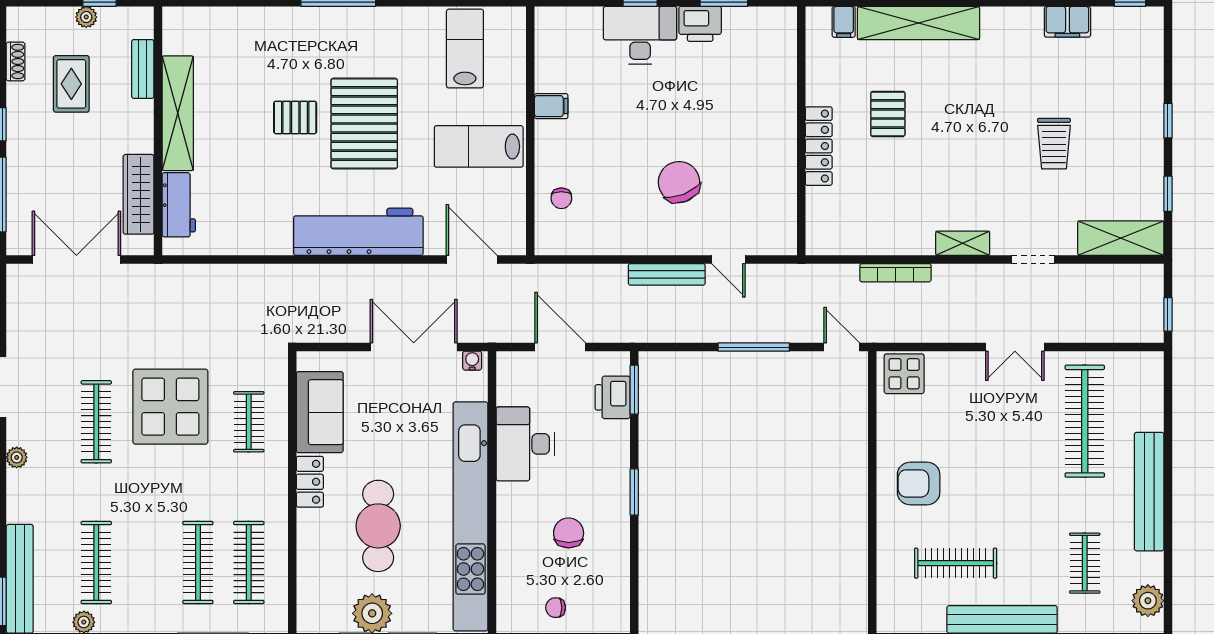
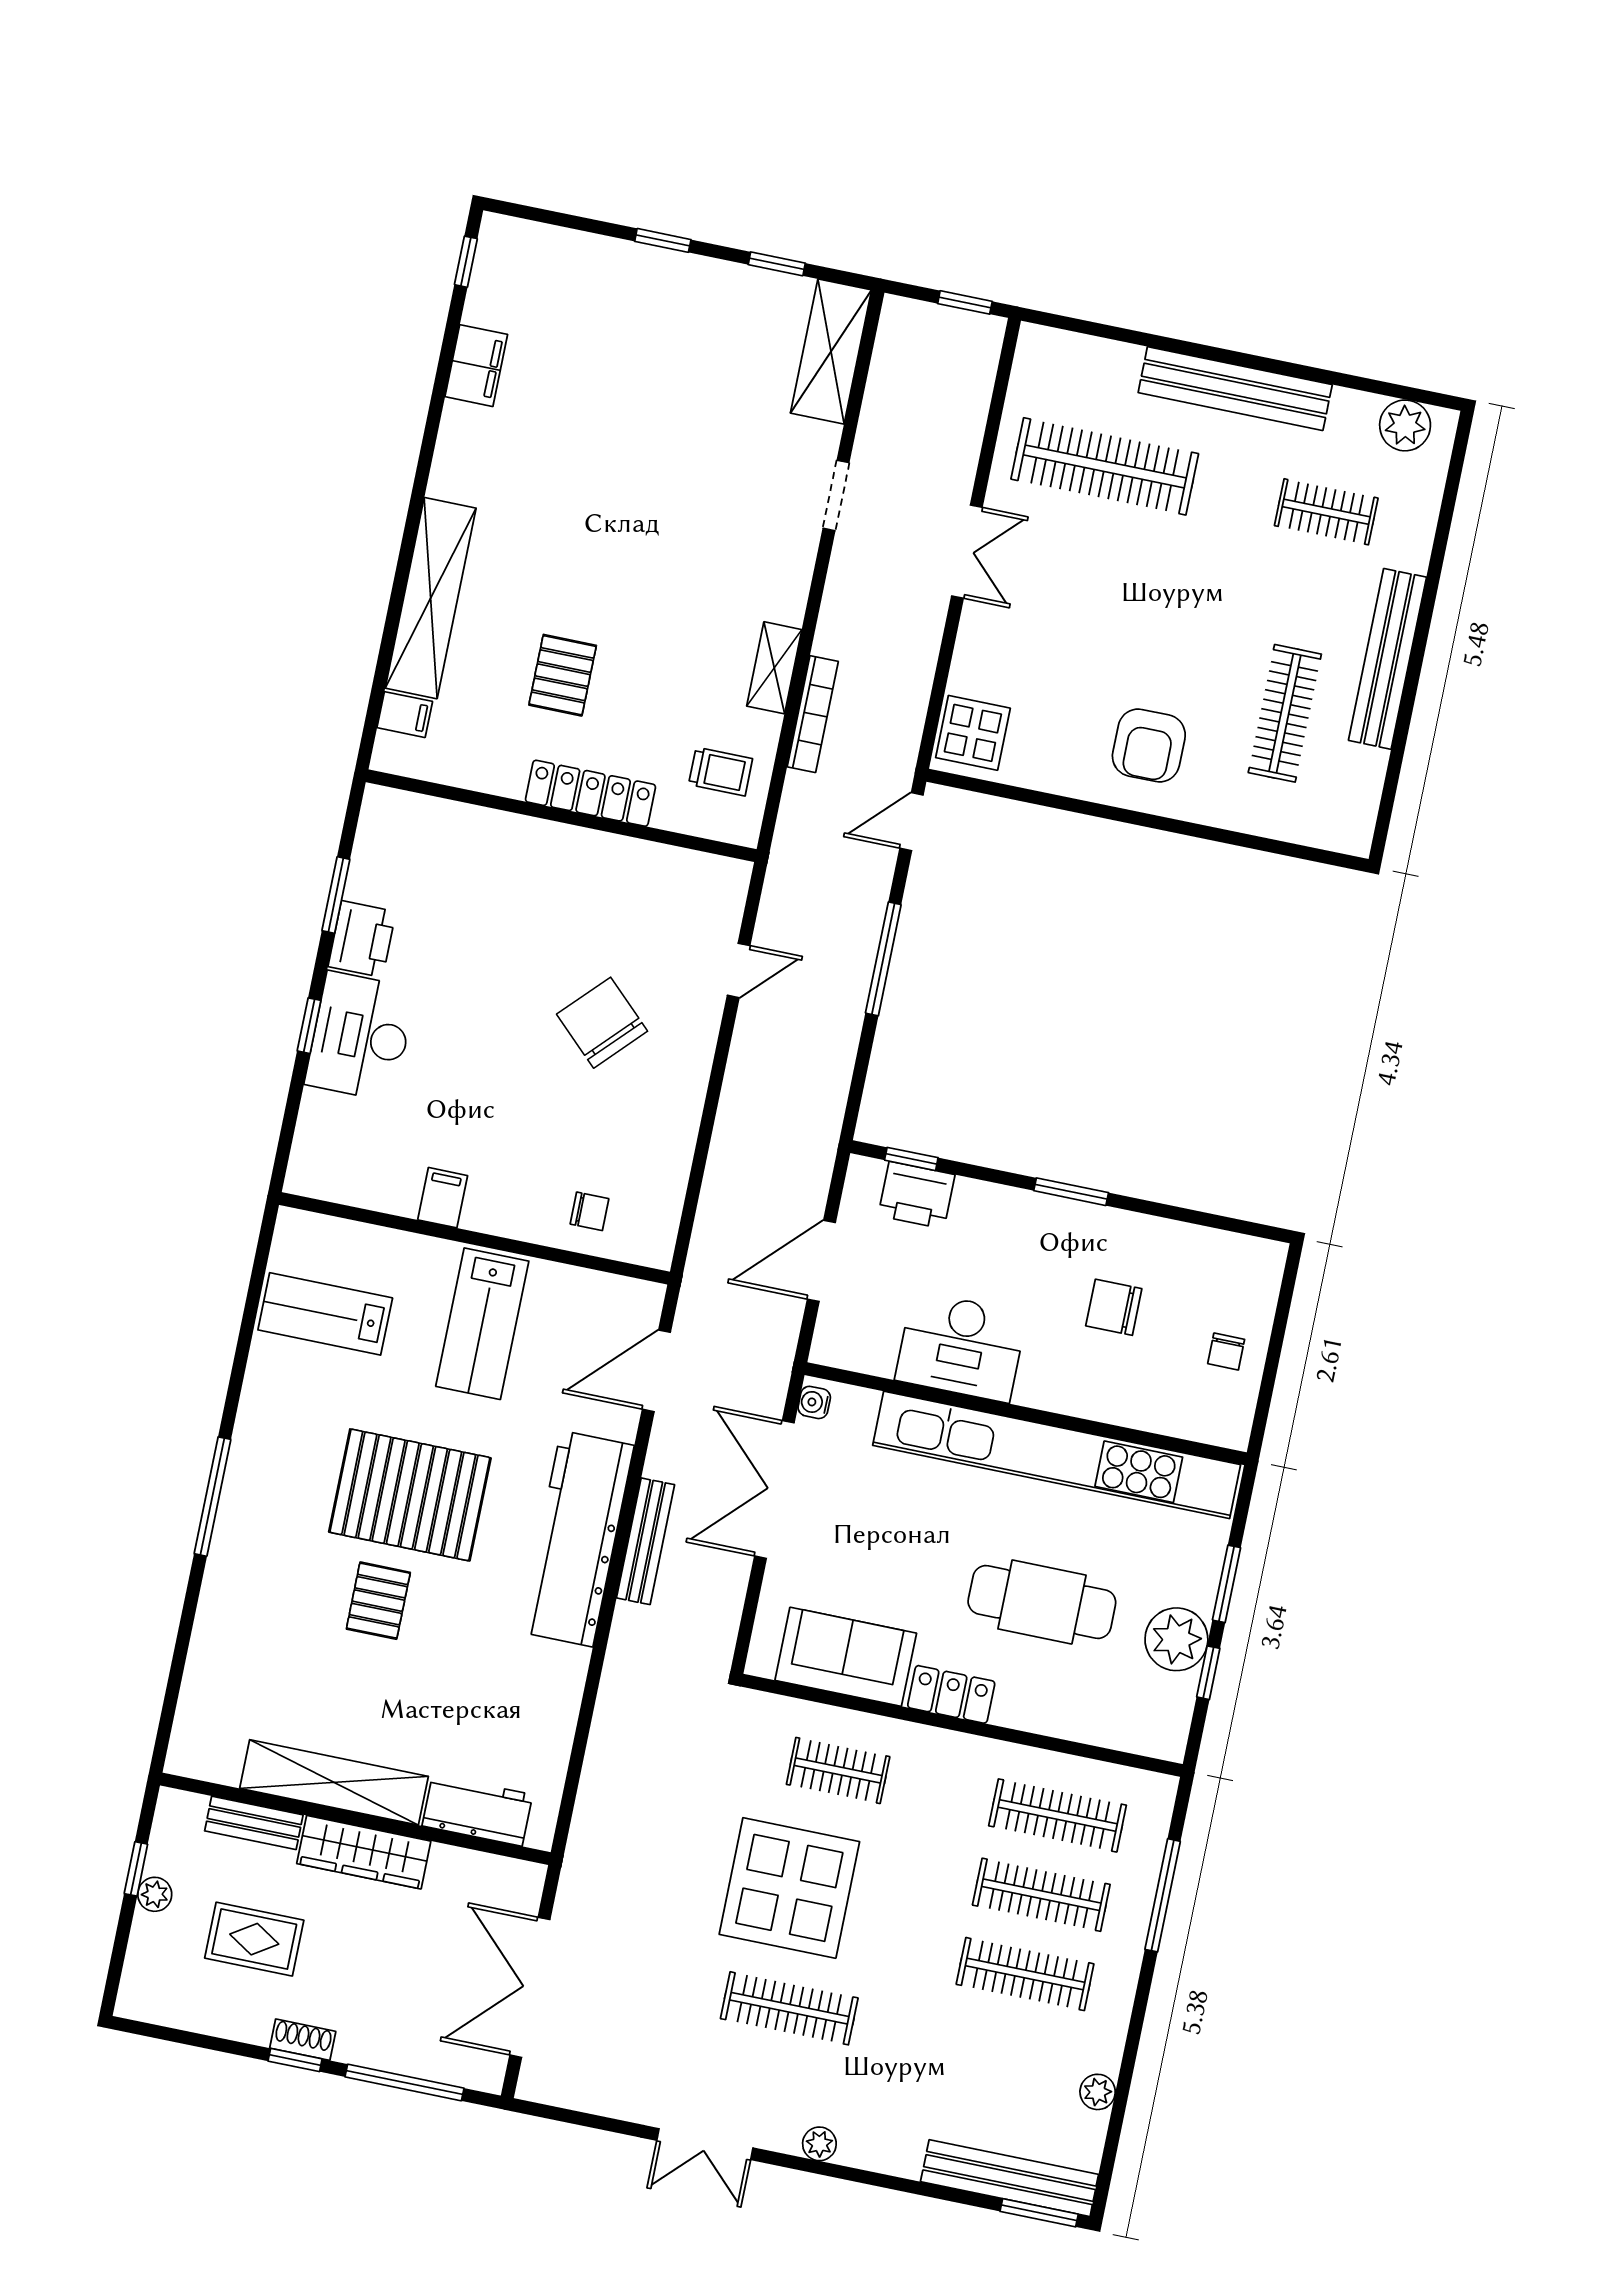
shoe rack: (16, 61) -> (303, 2040), moved
pallet: (888, 114) -> (563, 675), turned 90
trolley: (1054, 144) -> (721, 772), moved, width x0.73, depth x0.72
chair: (679, 182) -> (602, 1023), turned 66
wardrobe: (139, 194) -> (364, 1852), moved
shelving: (963, 243) -> (774, 668), moved
bench: (667, 274) -> (646, 1541), moved
window: (634, 390) -> (911, 1159), width x0.67
clothes rail: (96, 563) -> (1025, 1974), moved

